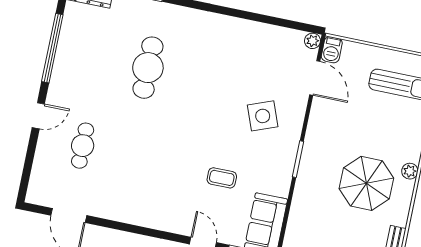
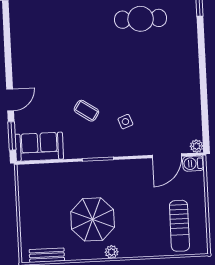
side table: (263, 116) -> (125, 122), width x0.54, depth x0.54
coffee table: (222, 178) -> (86, 111), moved, turned -56

